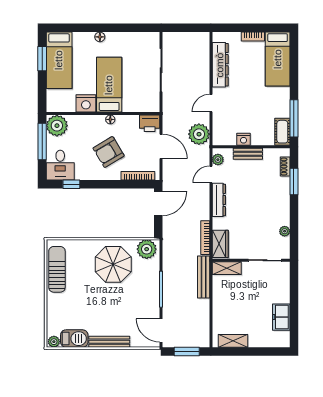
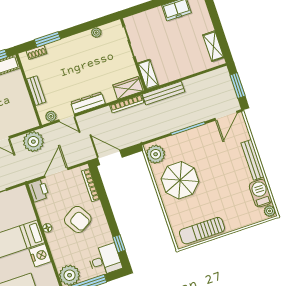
nightstand: (244, 139) -> (24, 99), removed

